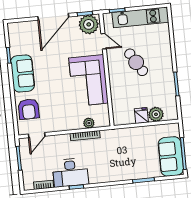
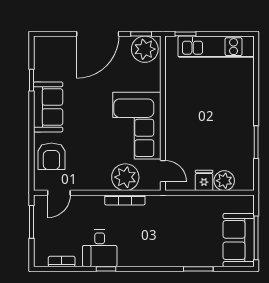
door: (104, 41) -> (163, 171), moved
cafe table: (136, 62) -> (204, 107), removed
plant: (89, 123) -> (125, 177), width x1.87, depth x1.87
desk: (70, 173) -> (100, 248), width x0.73

